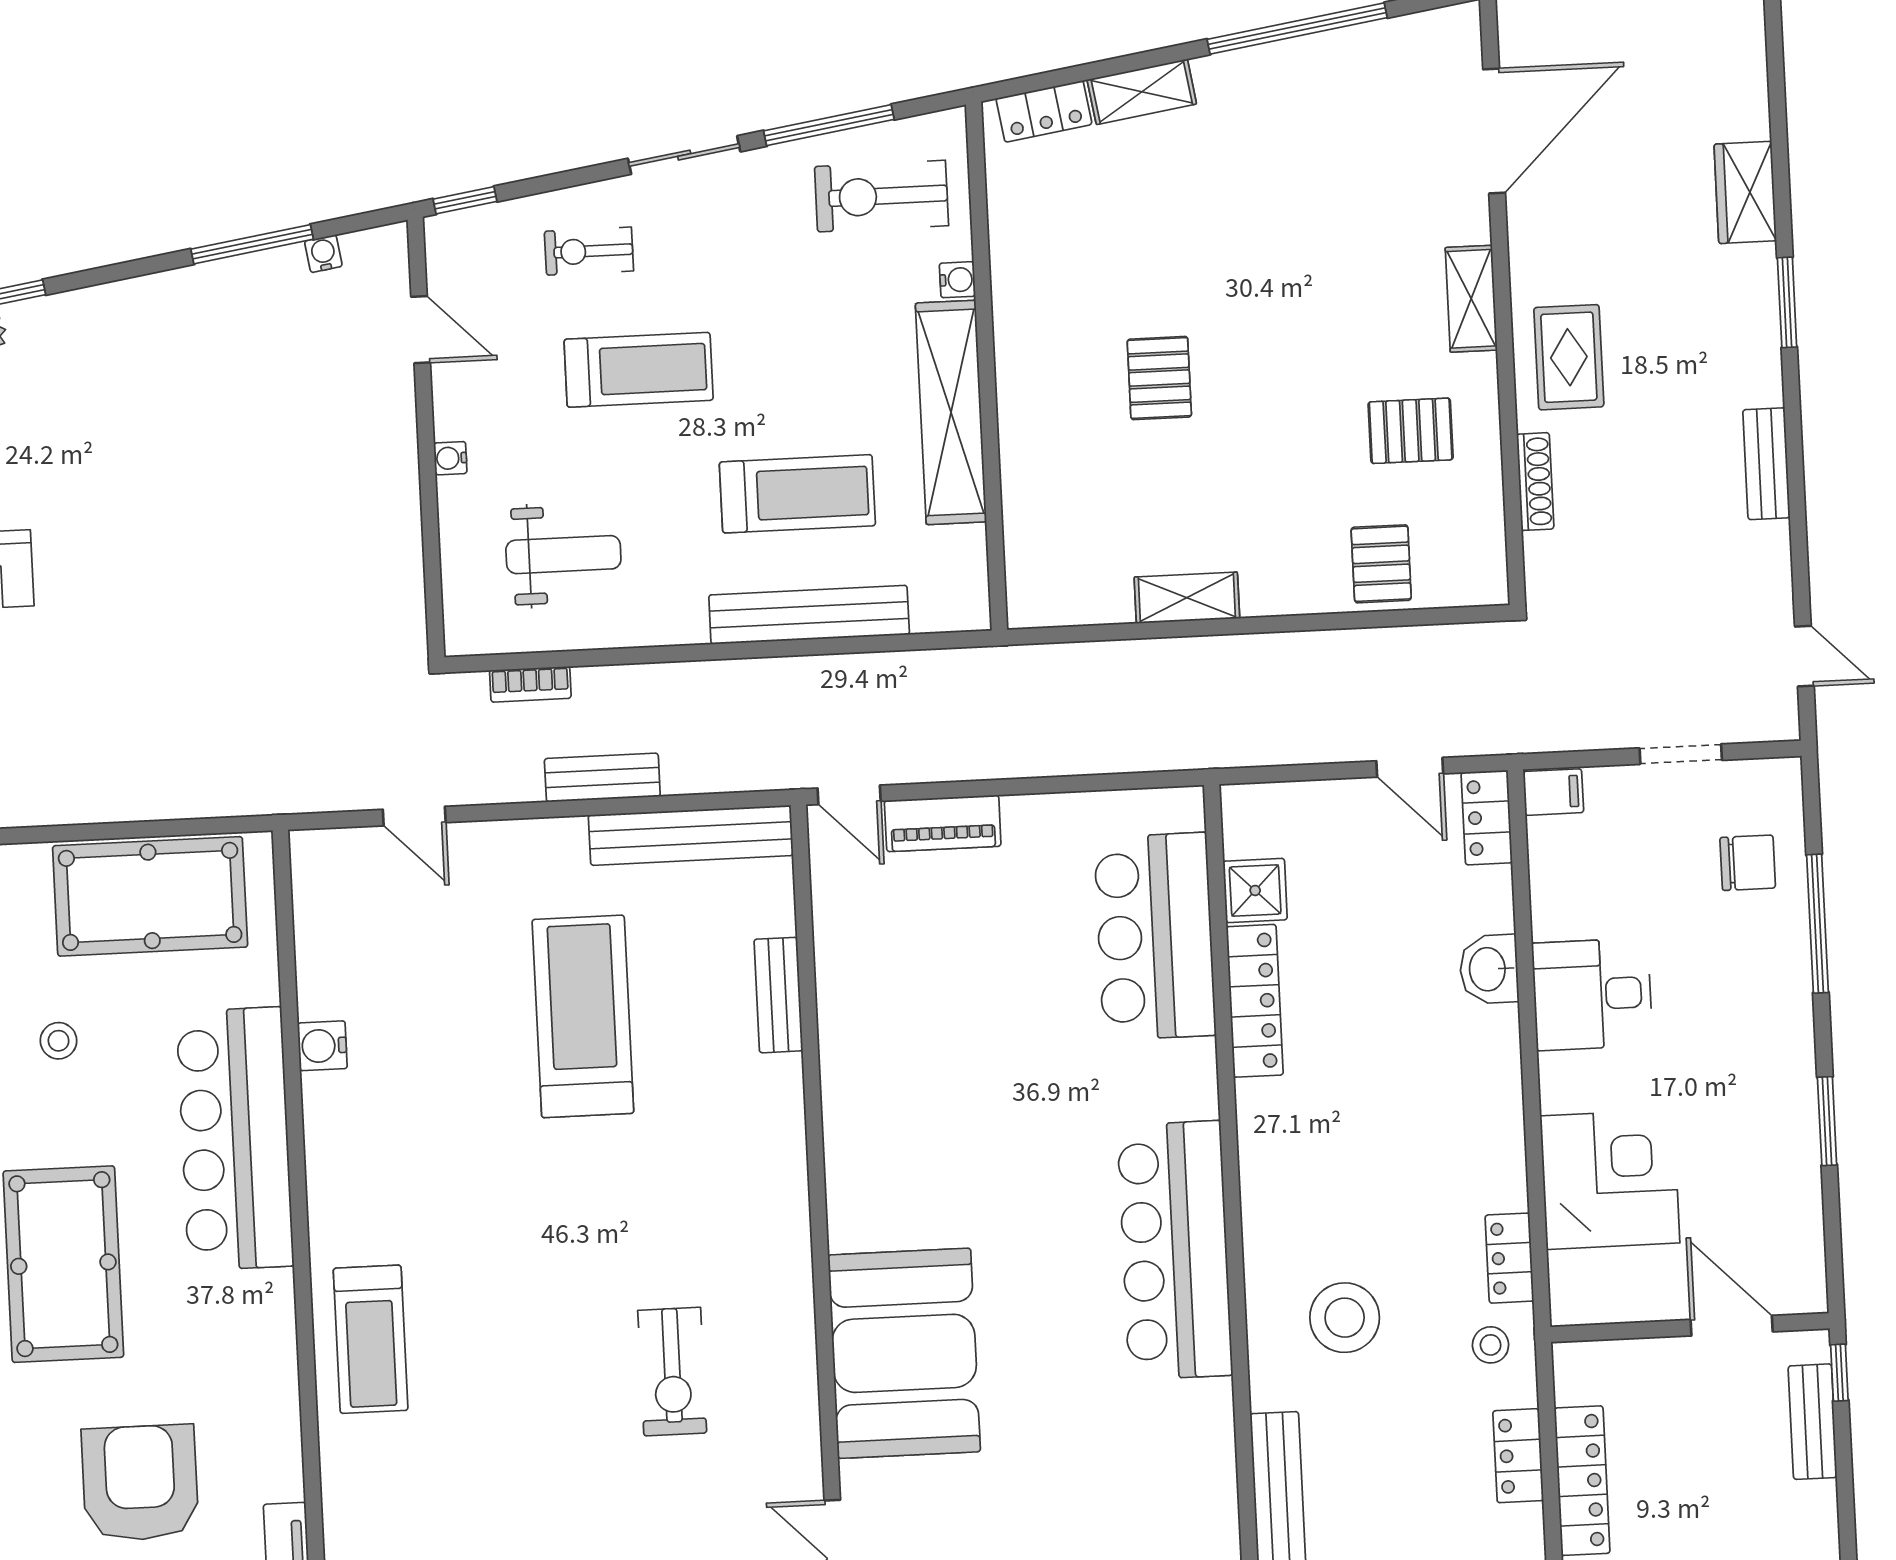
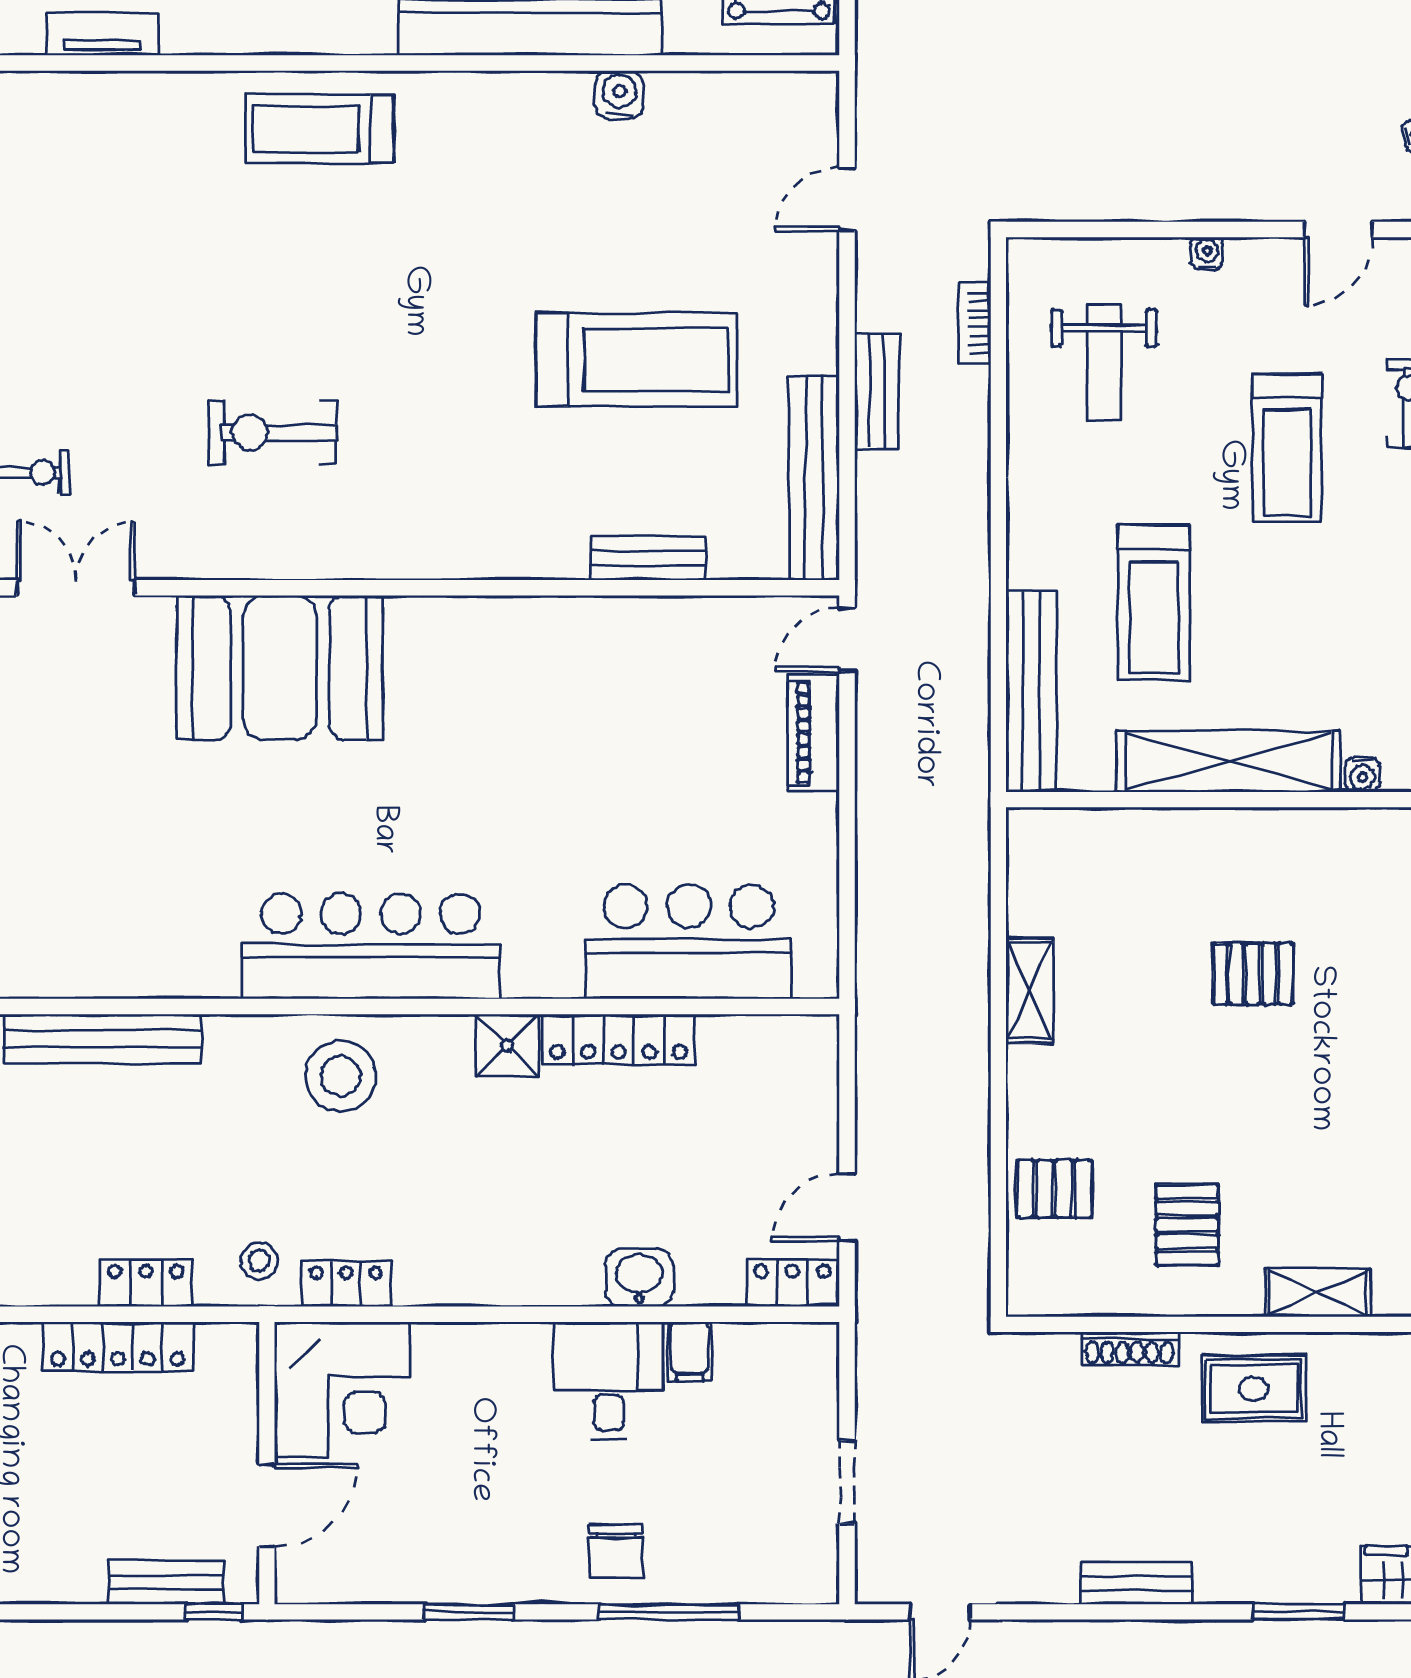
bench: (809, 615) -> (1031, 692), moved
filing cabinet: (1553, 792) -> (690, 1351), moved
chair: (1748, 863) -> (616, 1551), moved
shower: (1255, 890) -> (507, 1045), moved
corner desk: (1610, 1179) -> (342, 1389), moved
stool: (1345, 1318) -> (341, 1076), moved

